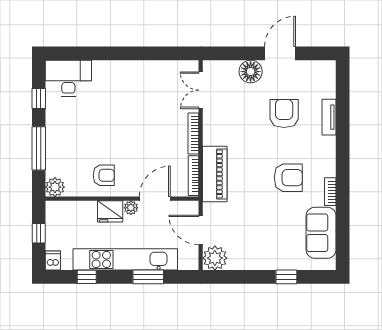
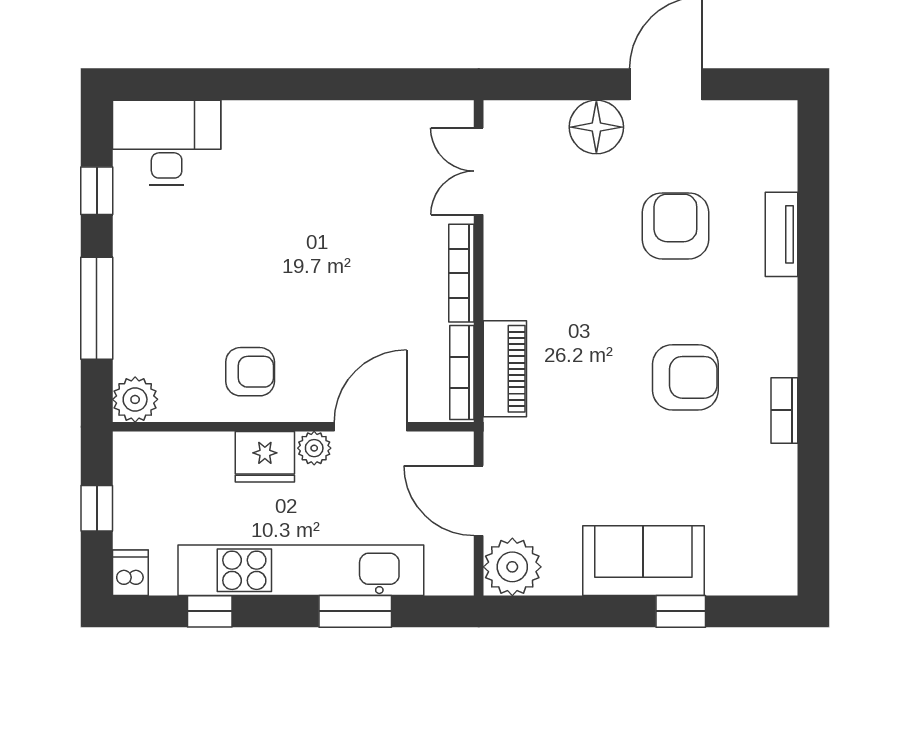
piano: (215, 174) -> (505, 369), width x0.73, depth x0.75
sofa: (321, 233) -> (643, 561), moved, turned 90

